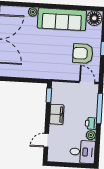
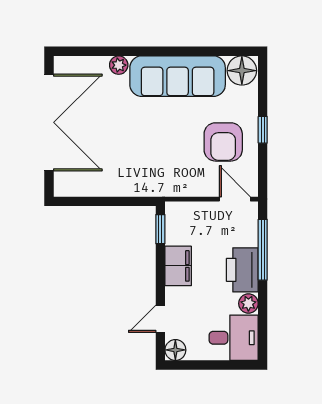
armchair: (83, 53) -> (223, 142), turned -90
printer: (91, 123) -> (242, 270), width x1.87, depth x1.48
floor lamp: (53, 156) -> (175, 350), added

